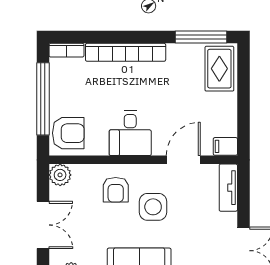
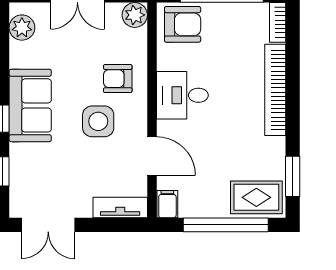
window: (201, 37) -> (293, 176), width x0.69
window: (243, 95) -> (226, 225), added
armchair: (68, 133) -> (183, 24), turned -90

